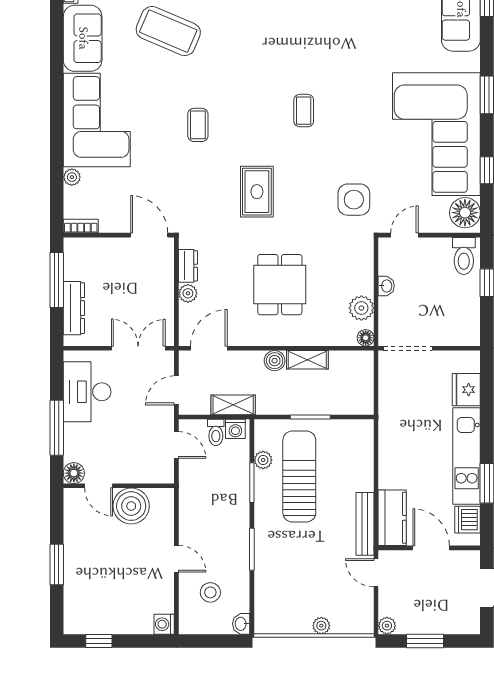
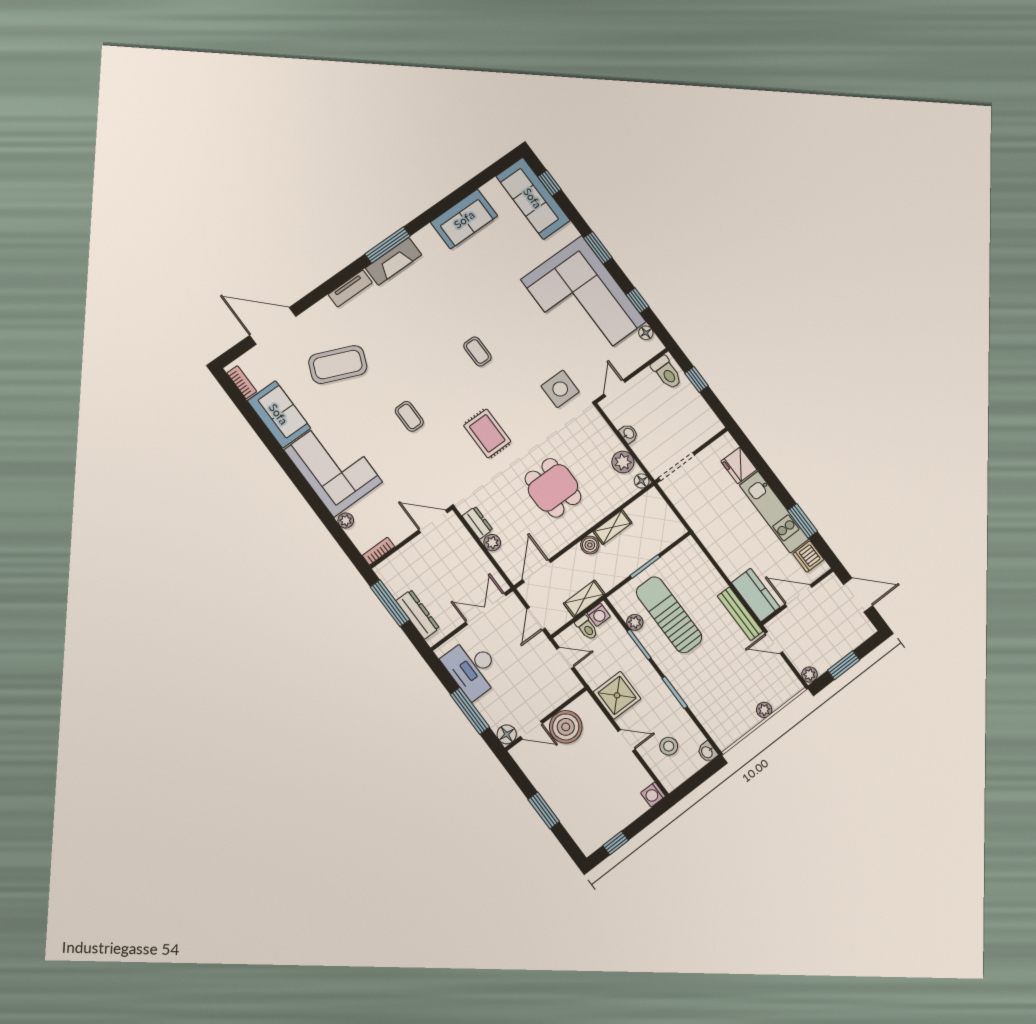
floor lamp: (465, 213) -> (646, 333), width x0.53, depth x0.53
shower: (198, 513) -> (617, 695), added

